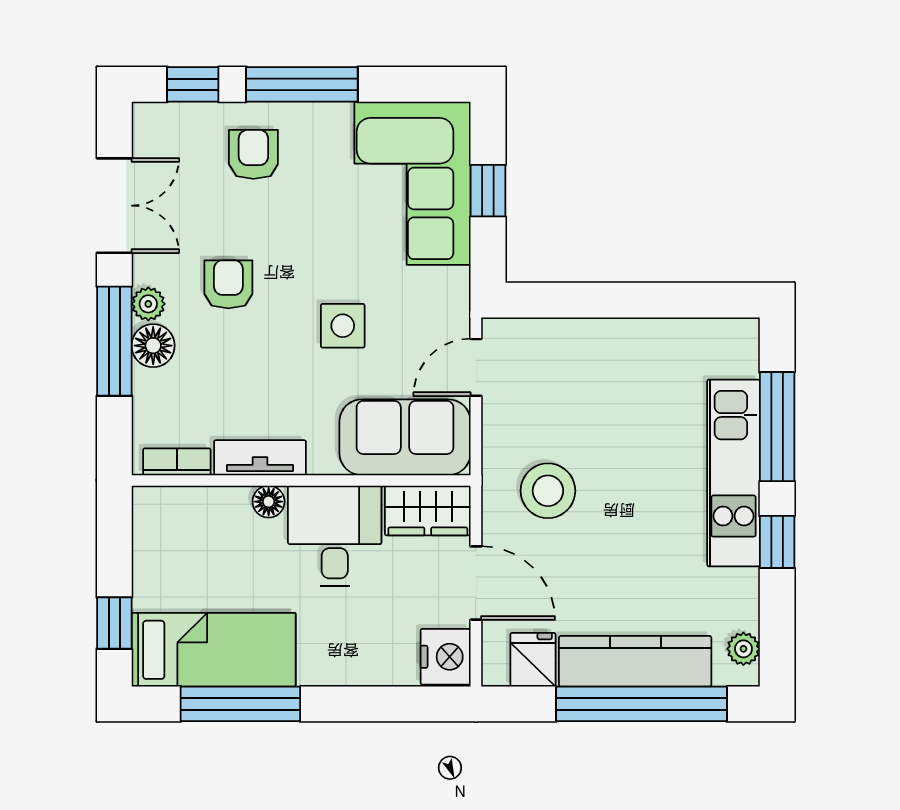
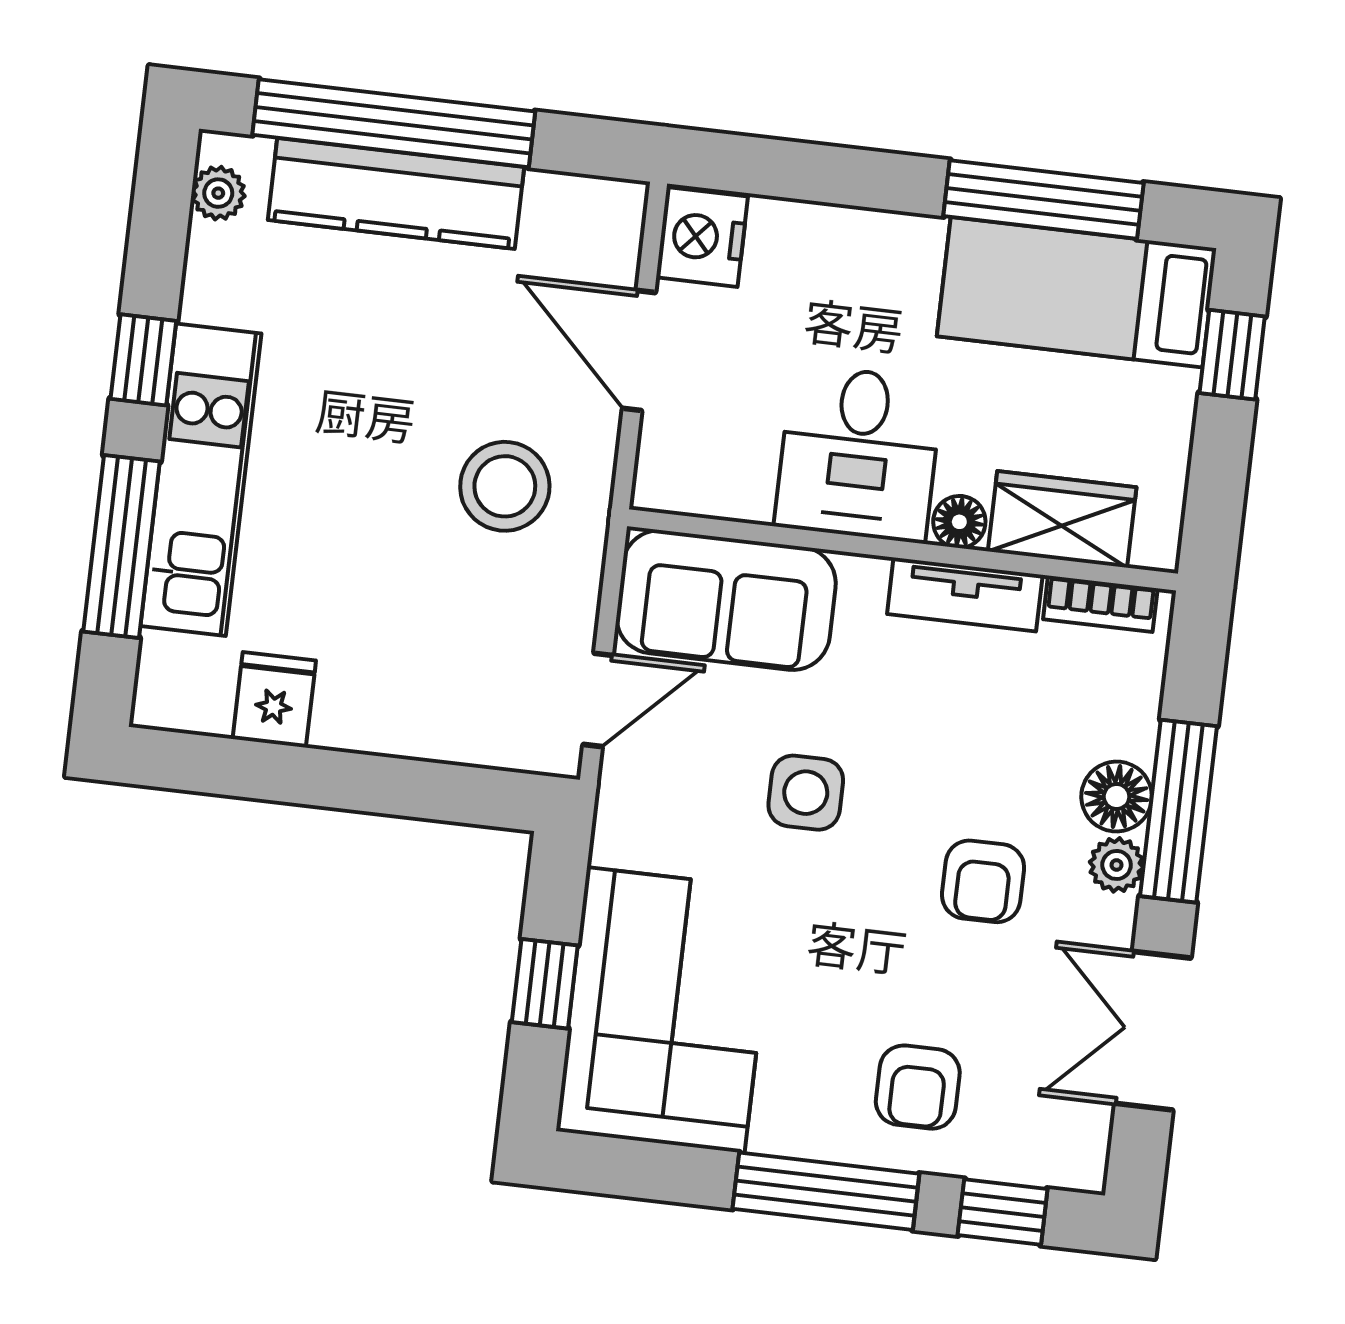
wardrobe: (428, 511) -> (1062, 519), moved
fridge: (533, 660) -> (274, 700), moved, turned 180

